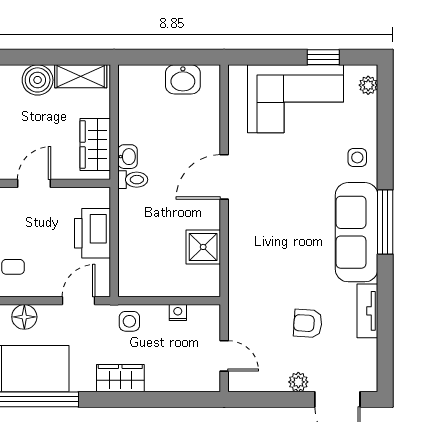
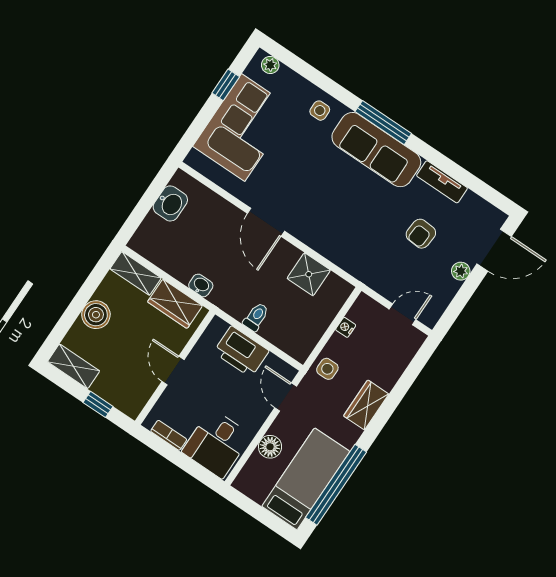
shelving: (81, 76) -> (136, 273), moved, turned 90
toilet: (133, 180) -> (256, 317), moved

